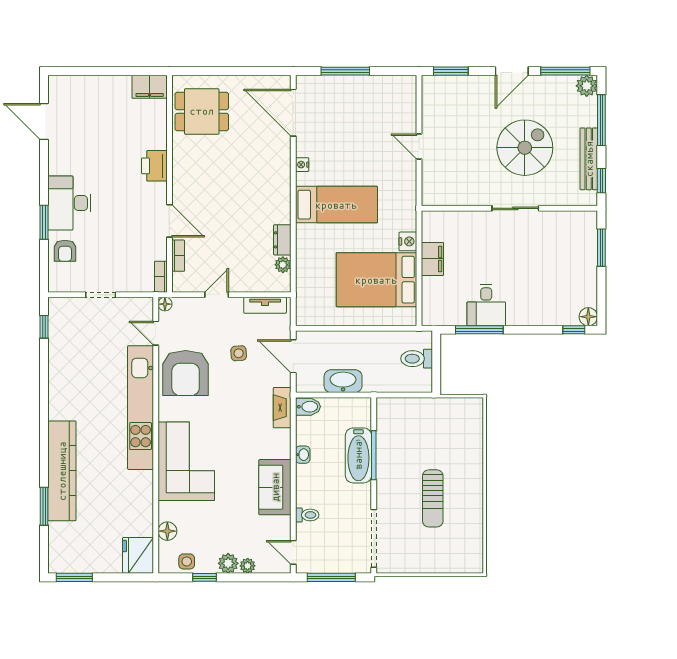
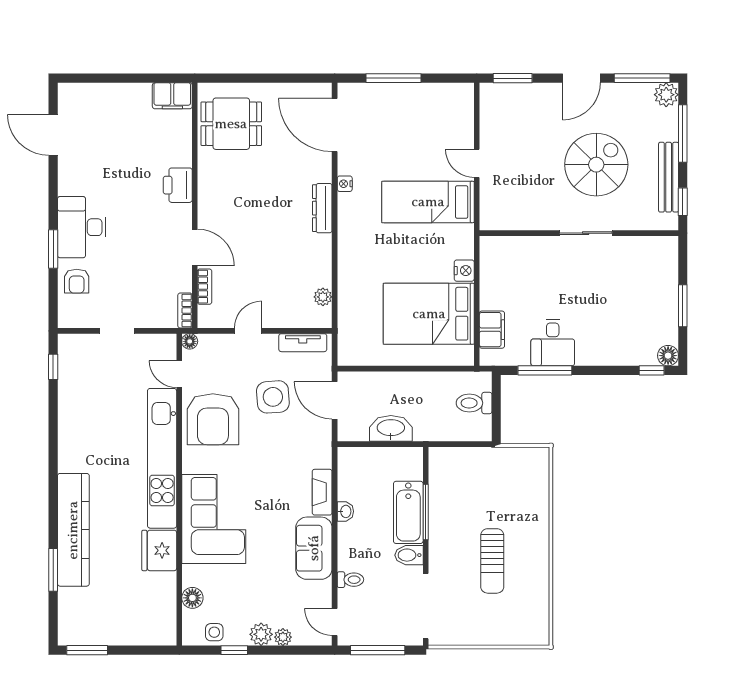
bed: (336, 205) -> (428, 202), moved, turned 180
dresser: (282, 240) -> (322, 208), moved, width x1.44
window: (601, 248) -> (683, 306), moved
filing cabinet: (432, 259) -> (492, 330), moved
side table: (239, 353) -> (273, 397), width x1.87, depth x1.87
bidet: (308, 407) -> (409, 555), moved, turned 180
fireplace: (282, 408) -> (322, 492), moved
fridge: (138, 555) -> (159, 550), moved

